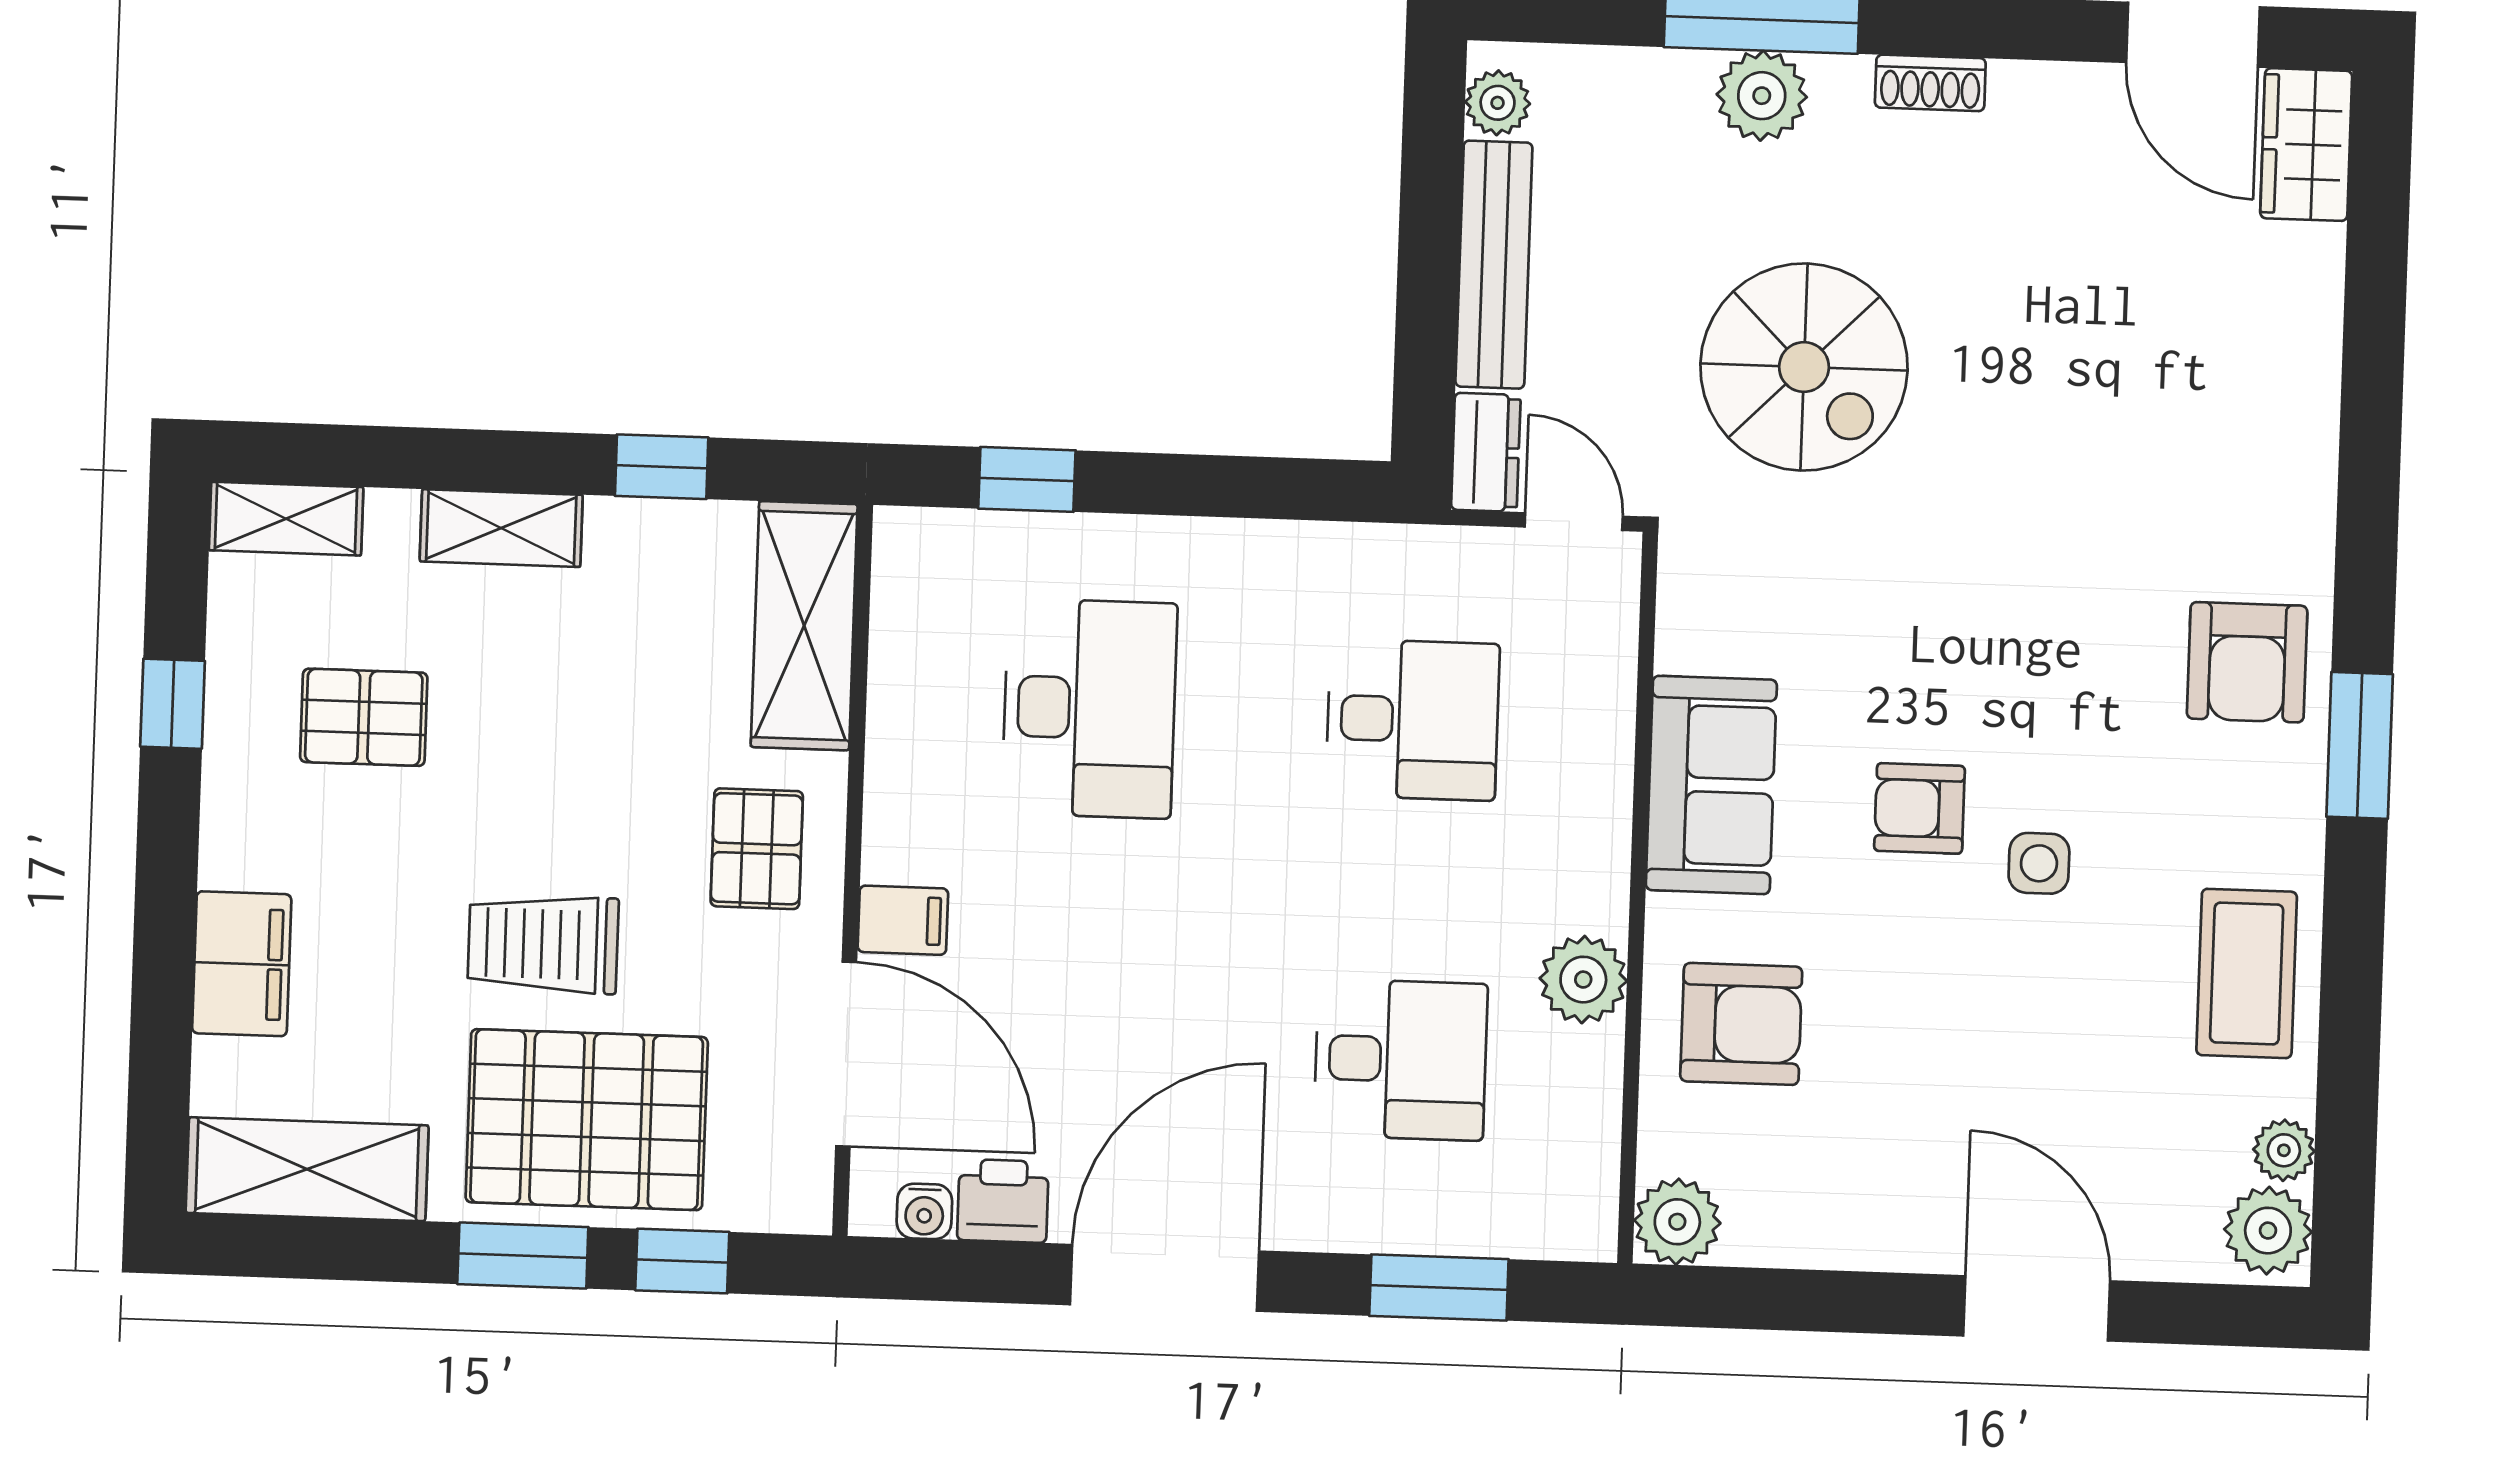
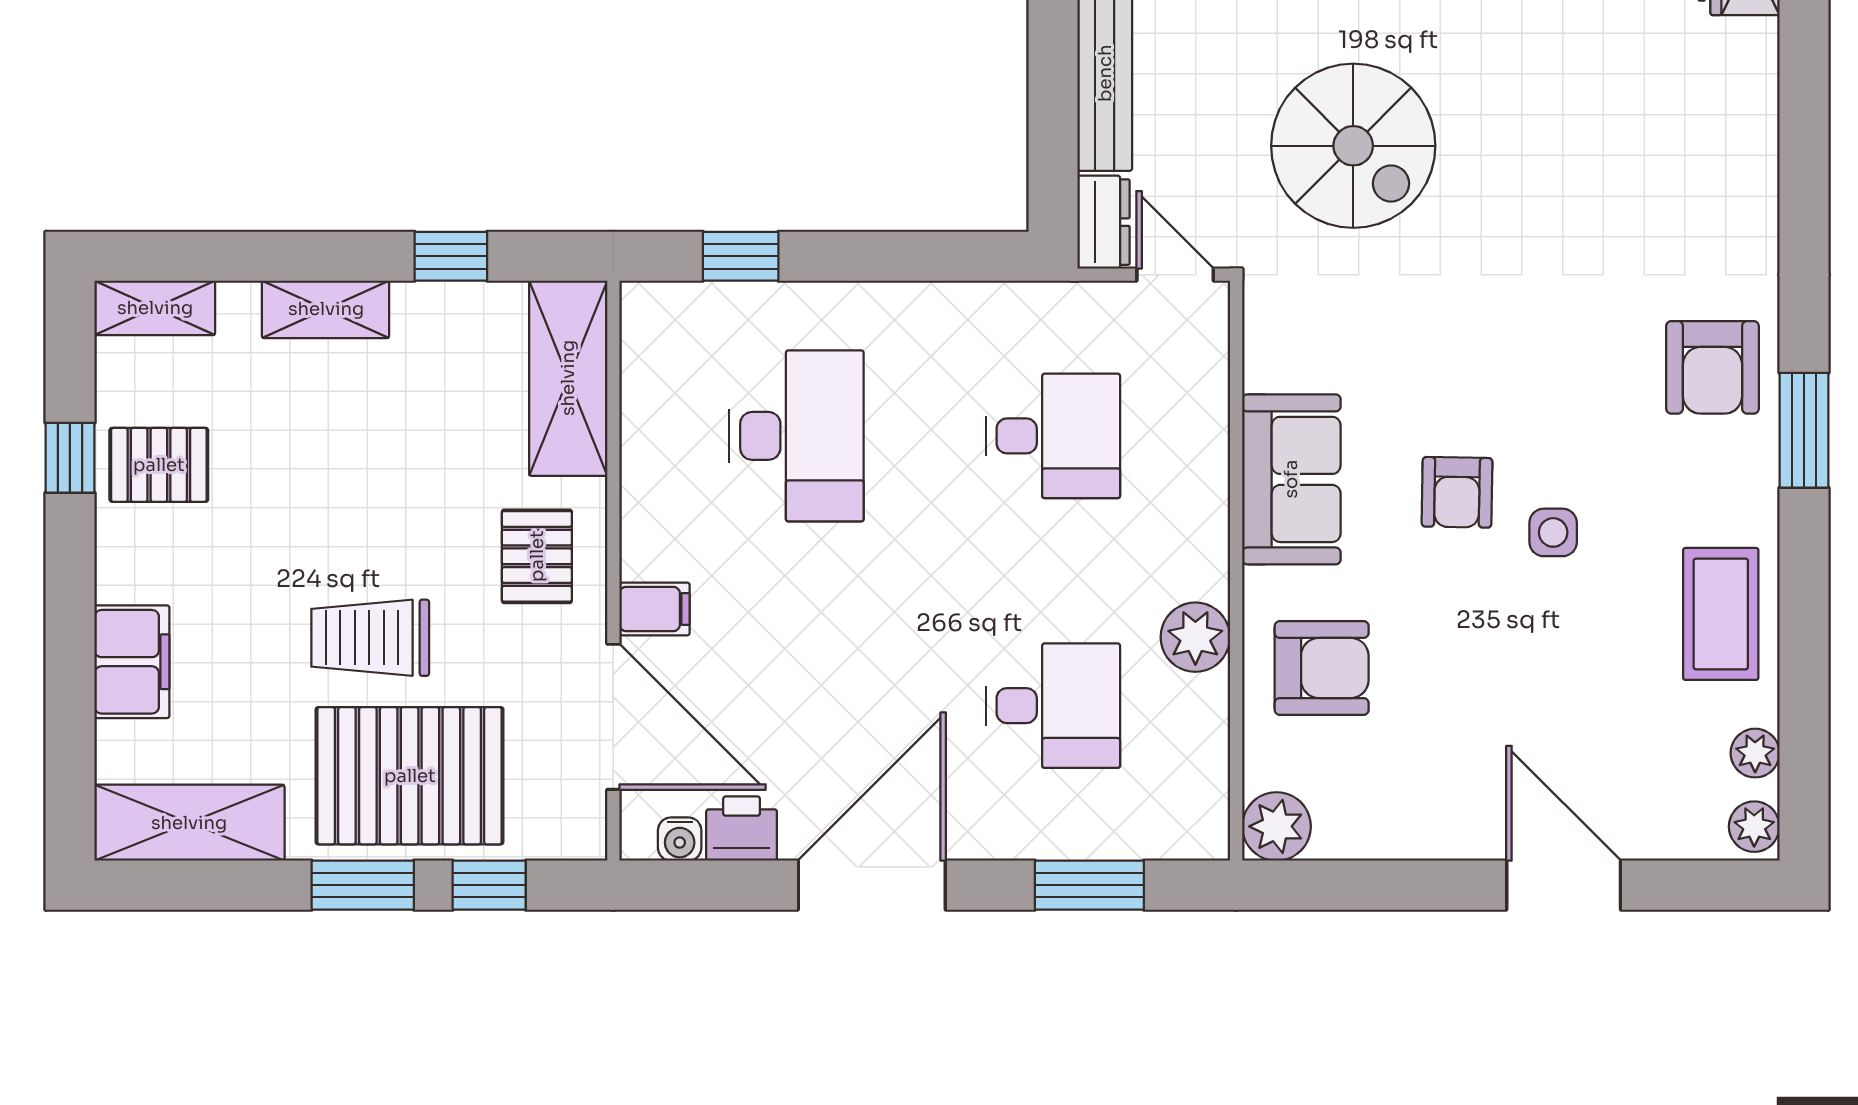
pallet: (364, 717) -> (159, 465), moved
armchair: (1920, 808) -> (1457, 492), turned -89
plant: (2268, 1231) -> (1754, 827), width x0.73, depth x0.73

